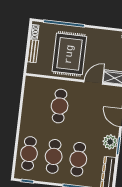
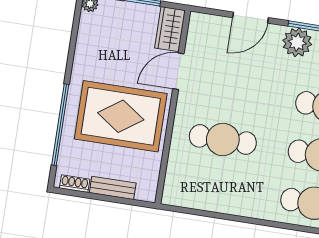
door: (93, 82) -> (178, 71), hinge flipped

